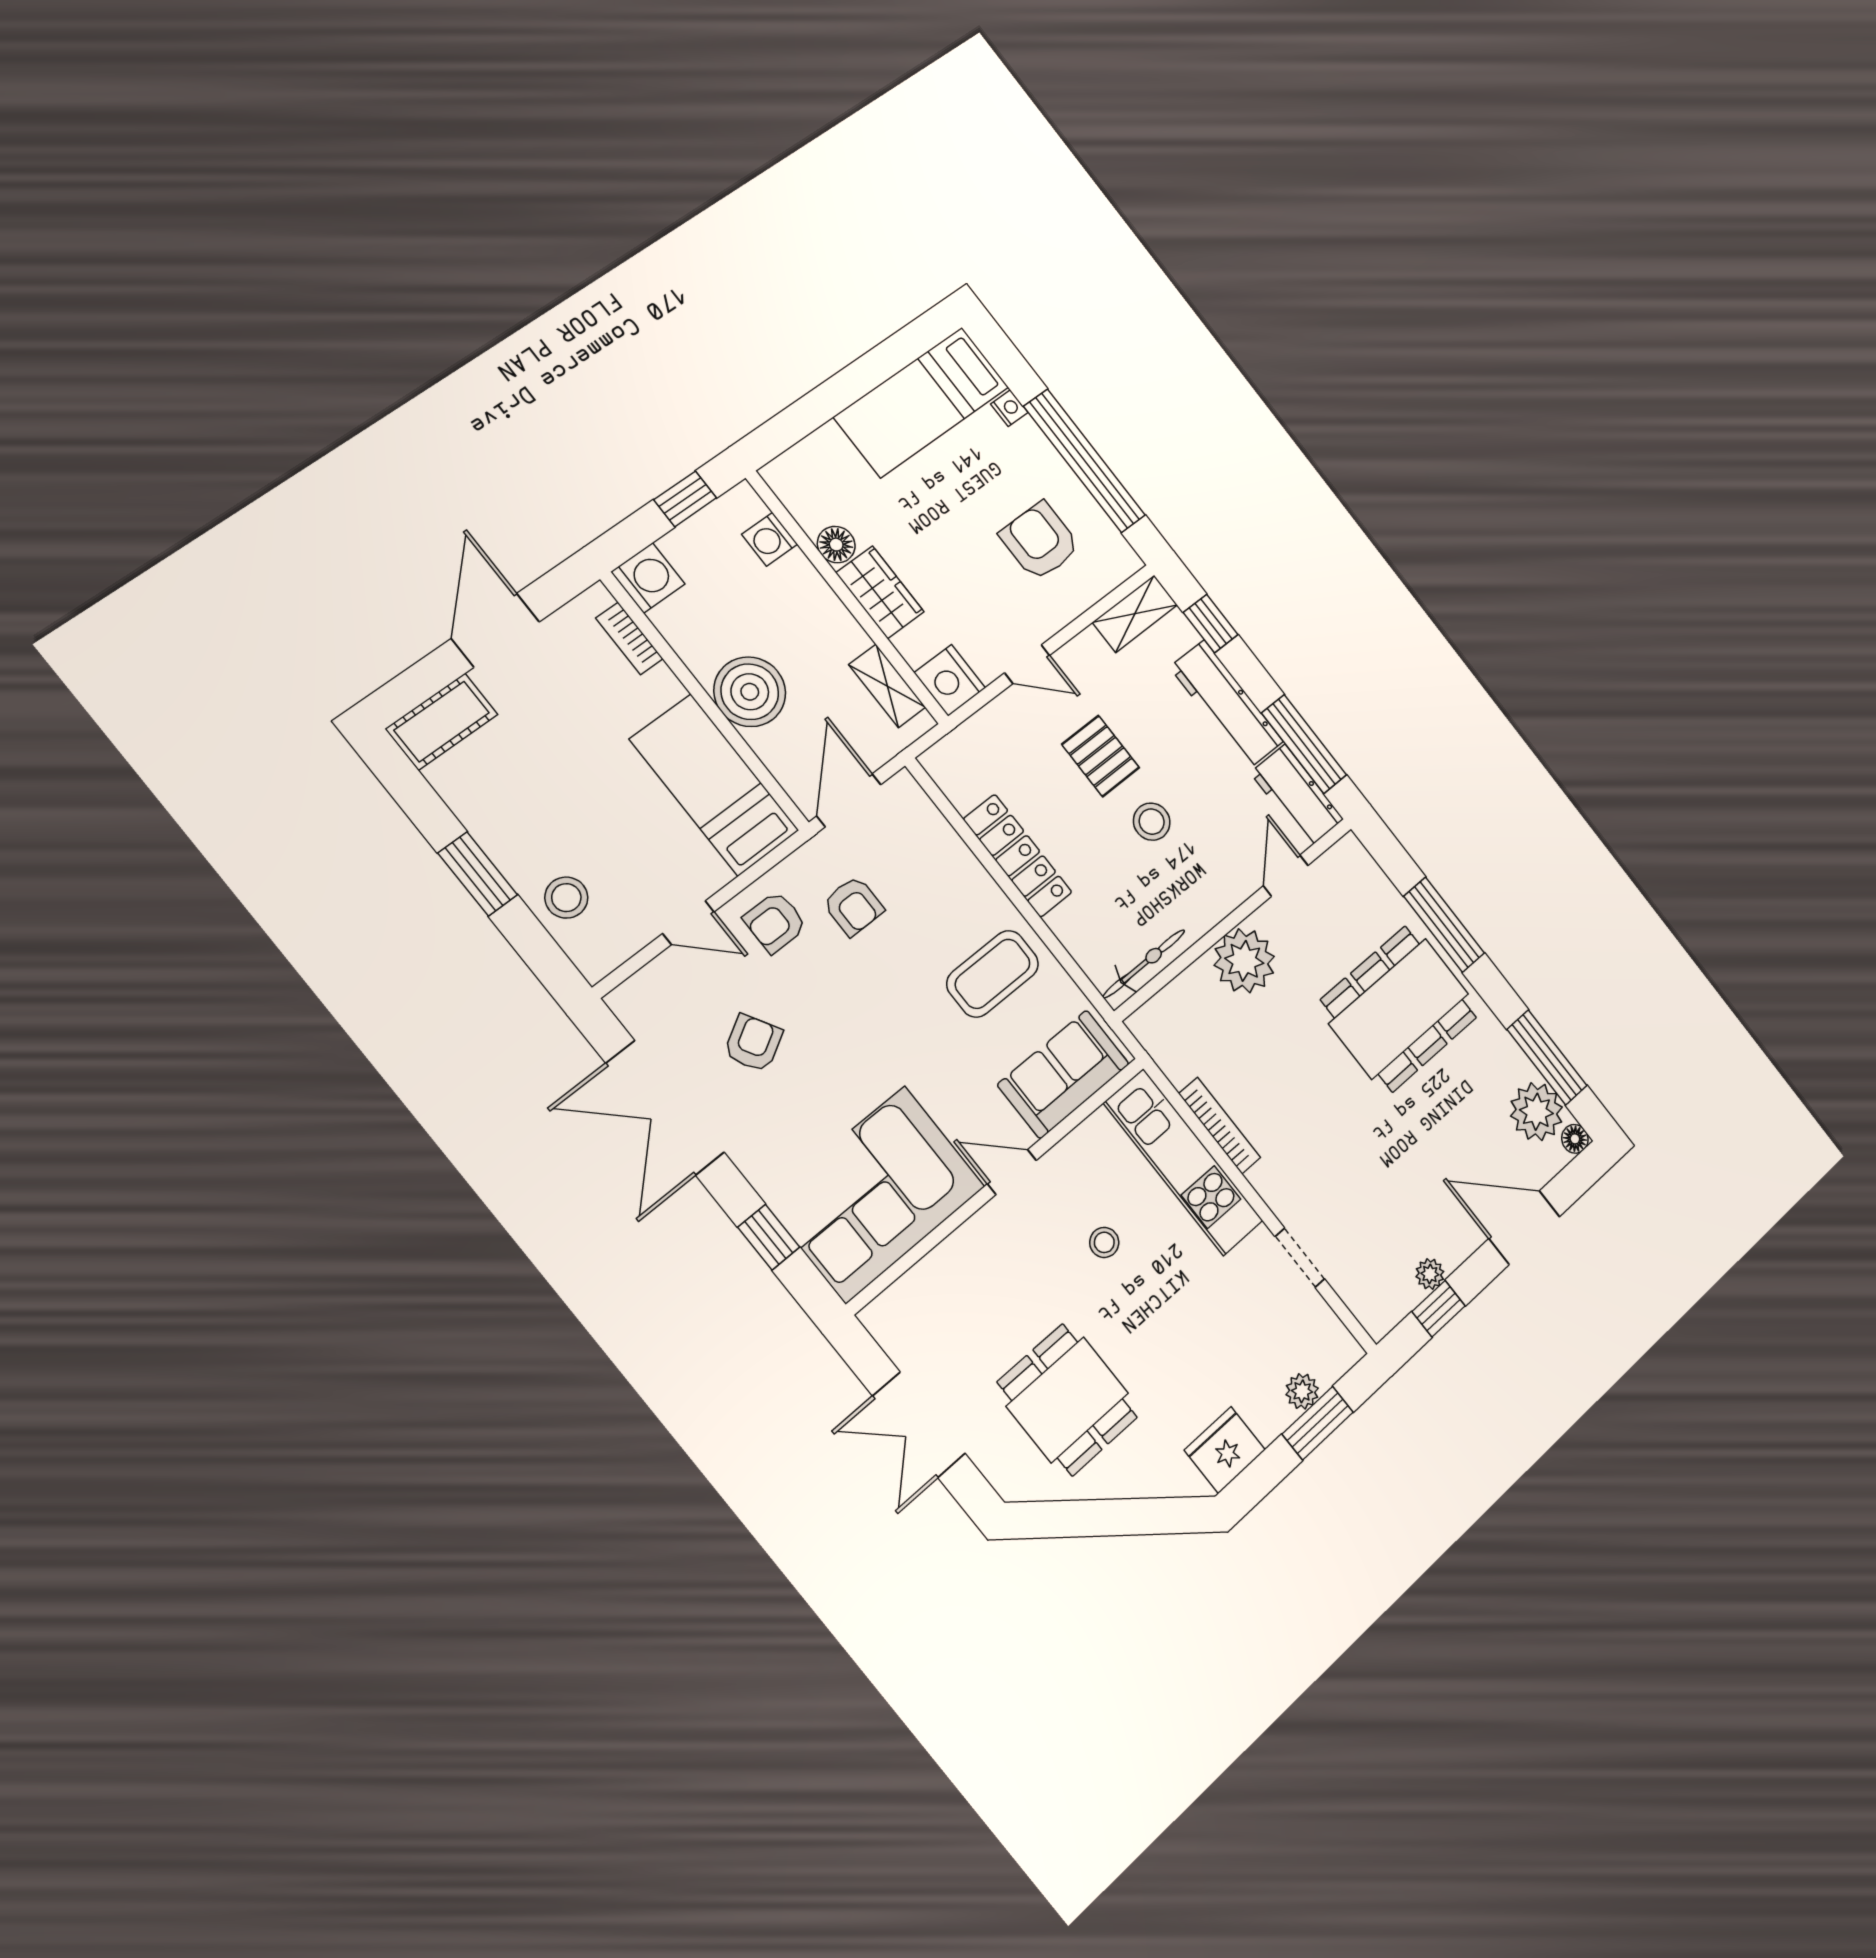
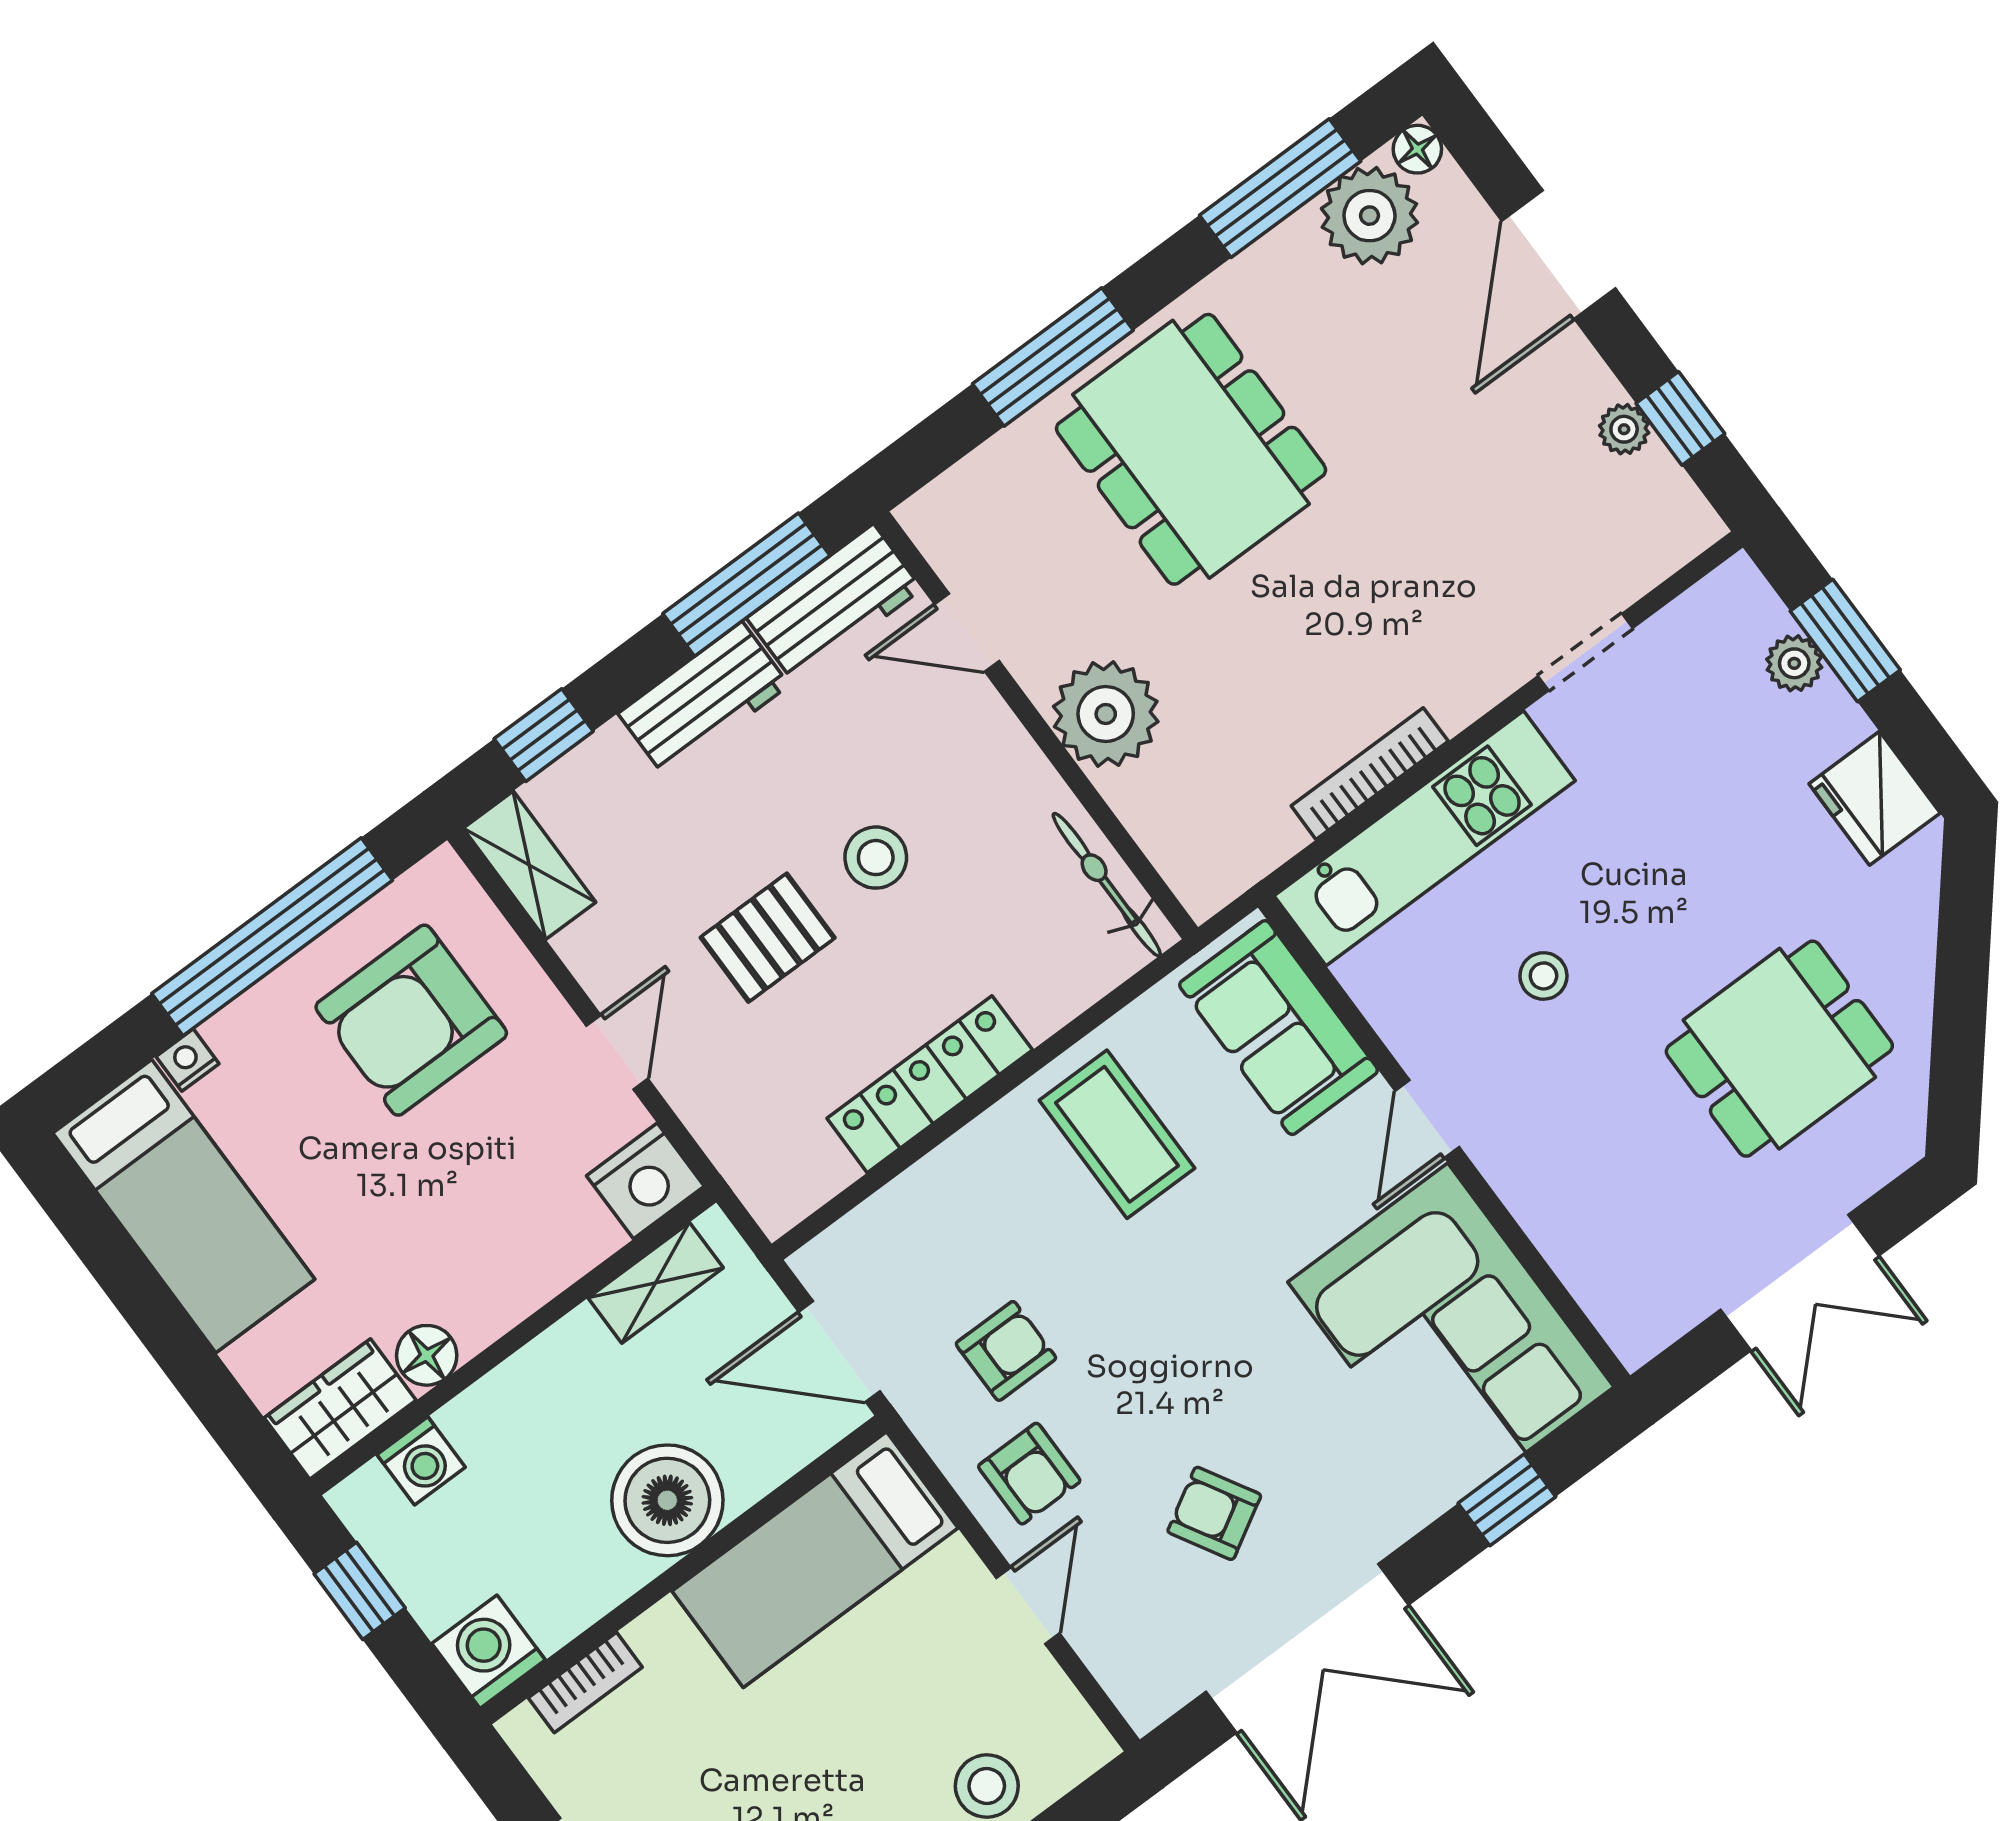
armchair: (1040, 541) -> (411, 1020), width x1.36, depth x1.36
wardrobe: (880, 592) -> (340, 1409), moved
workbench: (1226, 704) -> (704, 699), width x0.73

